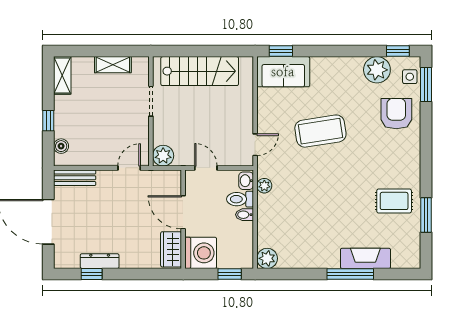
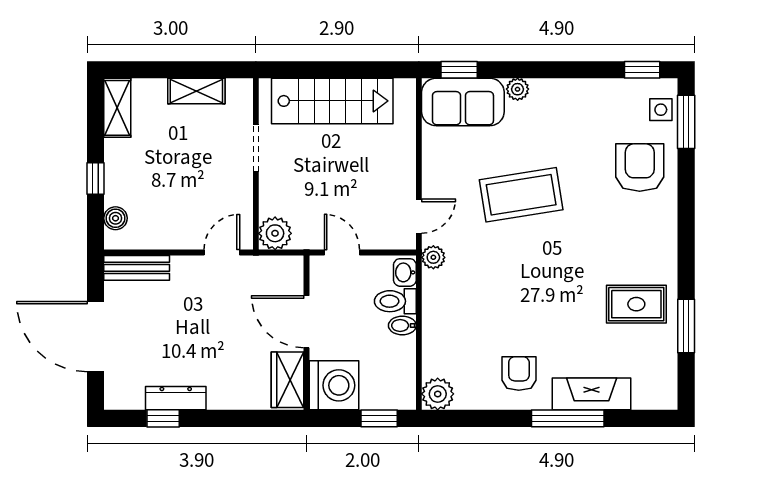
plant: (377, 70) -> (518, 89), moved, width x0.53, depth x0.53
plant: (264, 186) -> (433, 257), moved
armchair: (319, 245) -> (519, 374), added

